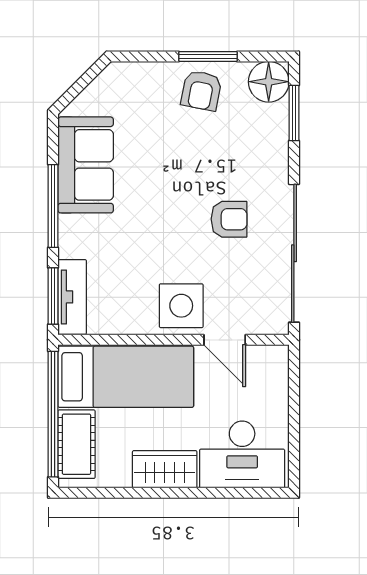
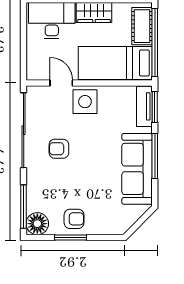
armchair: (201, 90) -> (74, 219), turned 79
window: (294, 113) -> (24, 207), width x1.44
sofa: (86, 165) -> (137, 169), width x1.36

